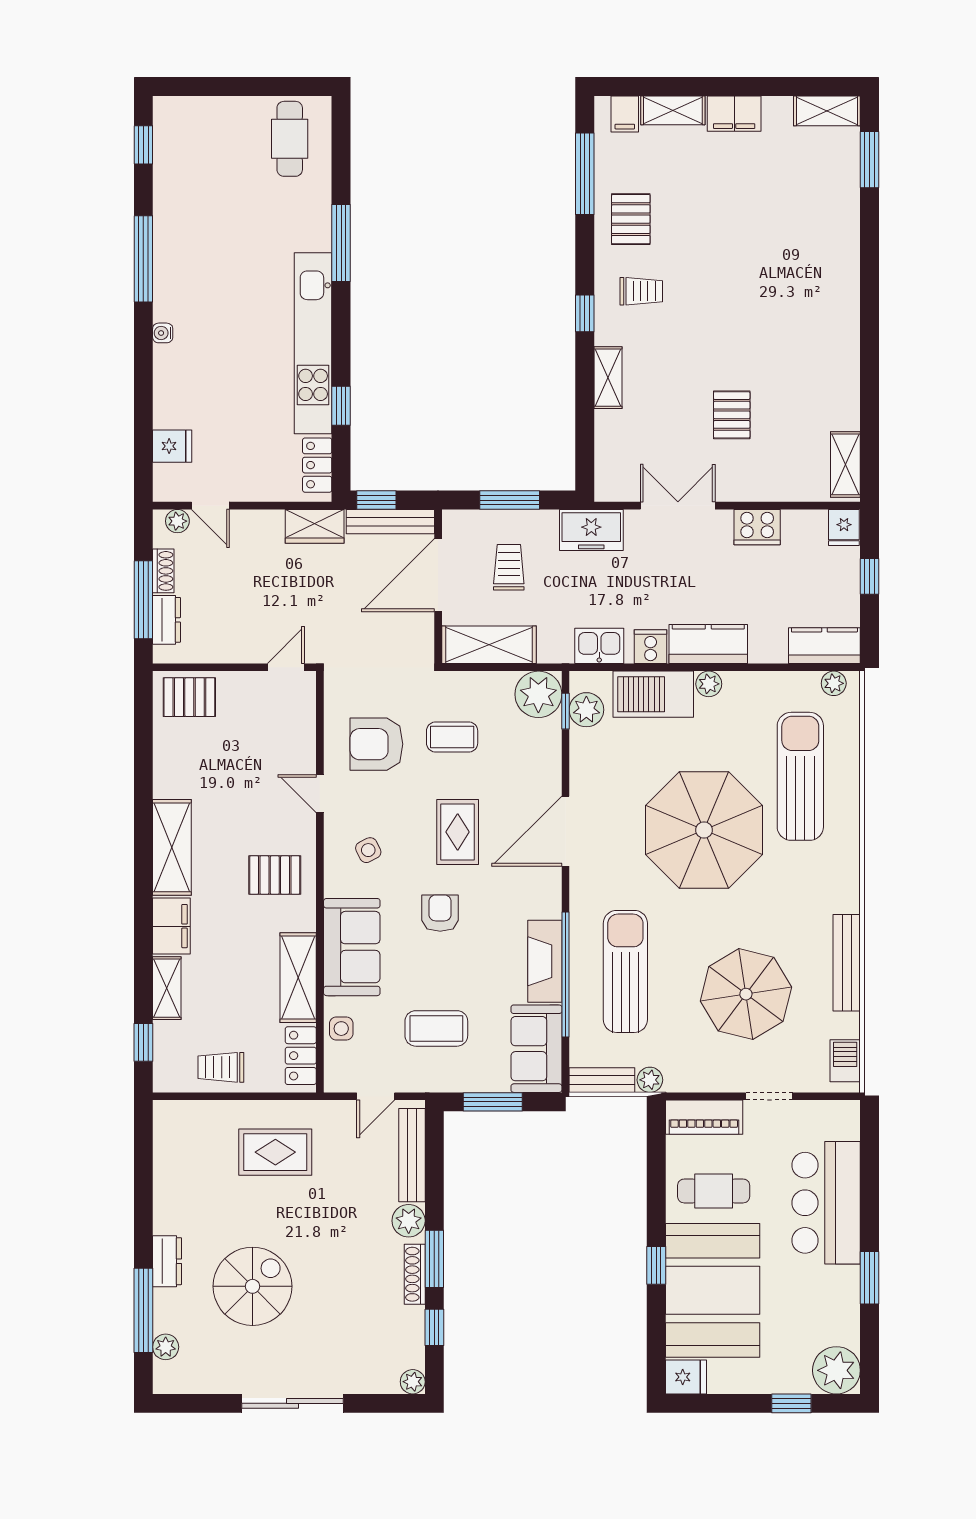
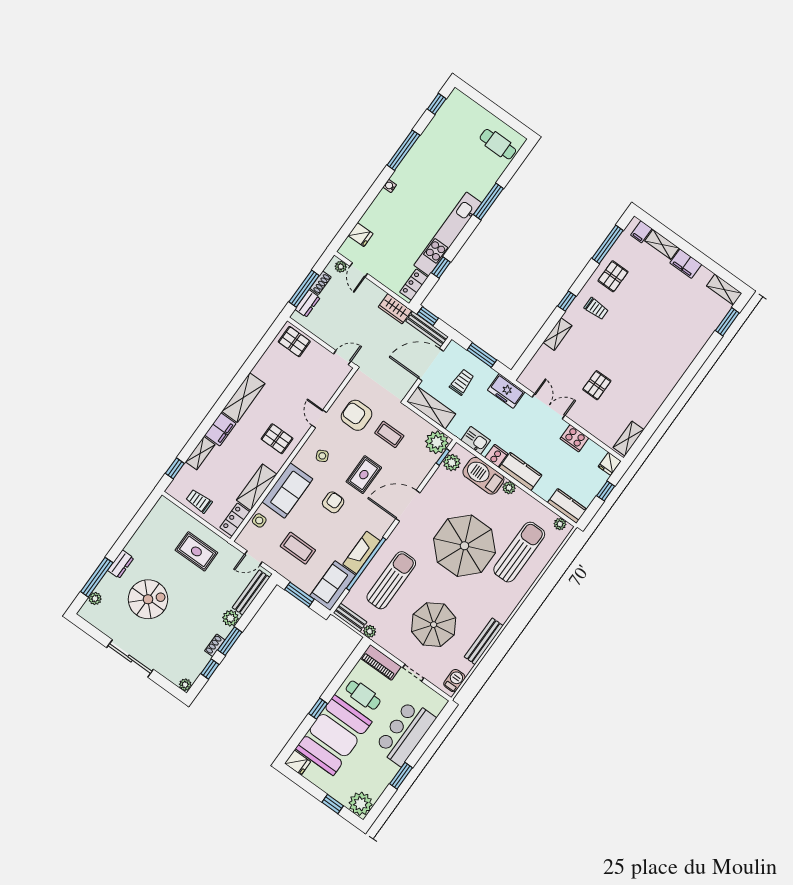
cafe table: (290, 139) -> (498, 144), turned 90
shoe rack: (415, 1274) -> (215, 645), width x0.70

